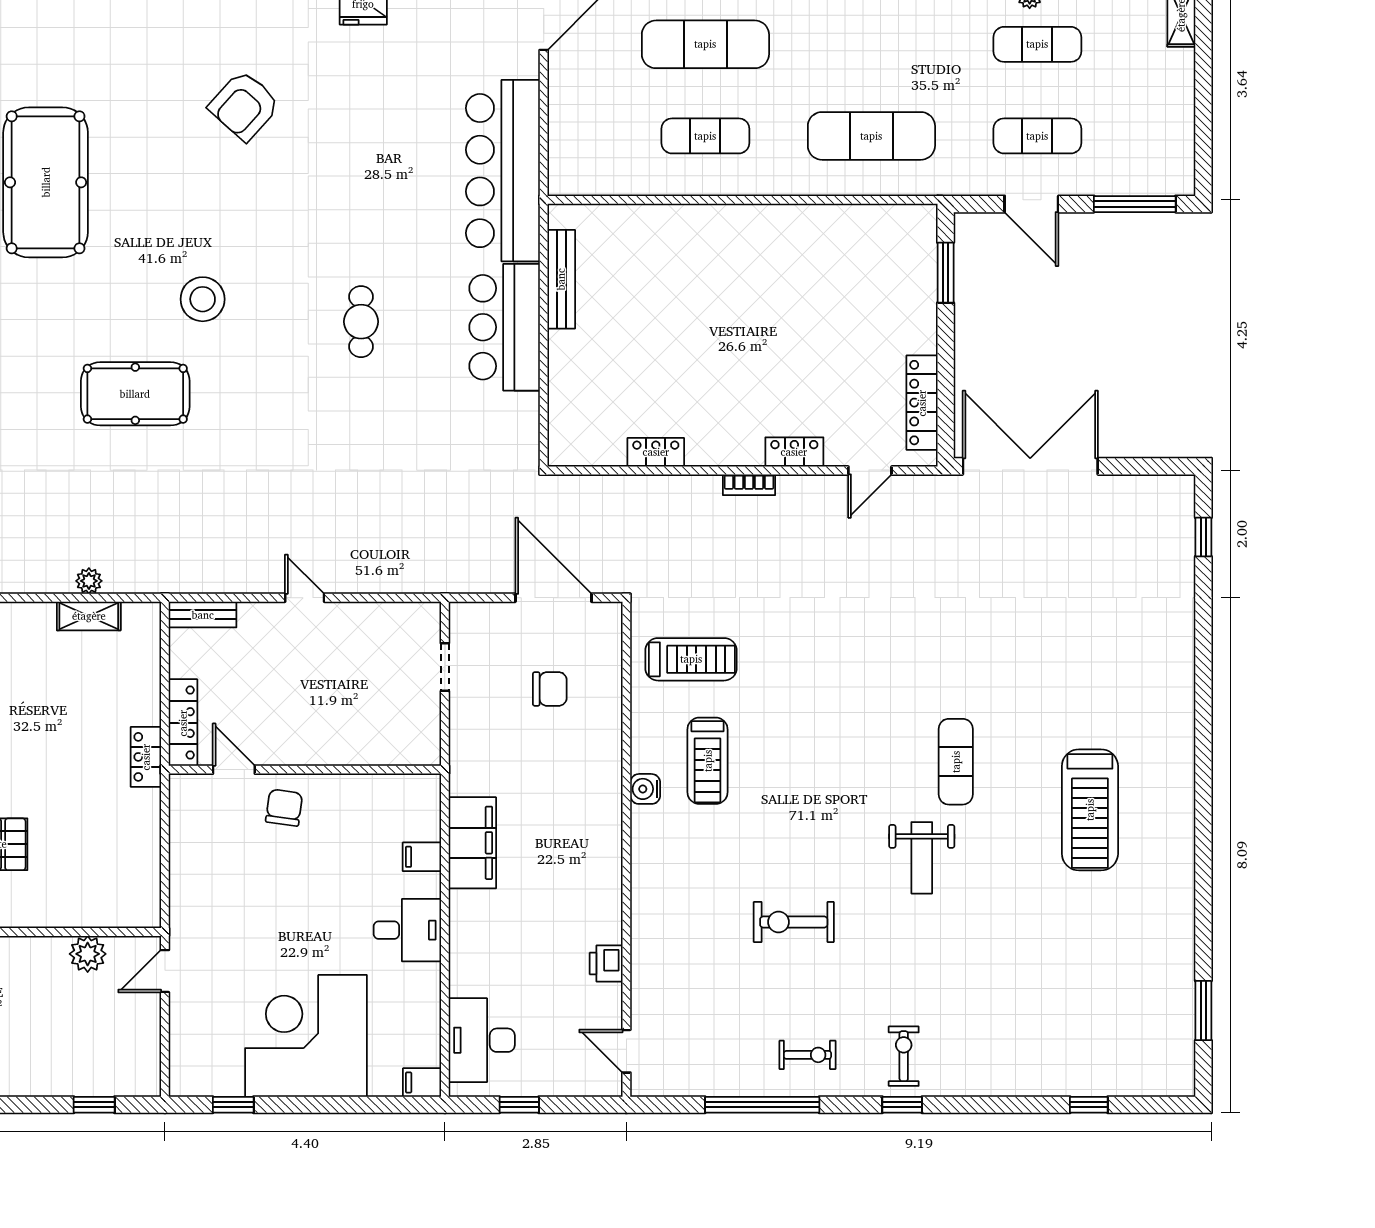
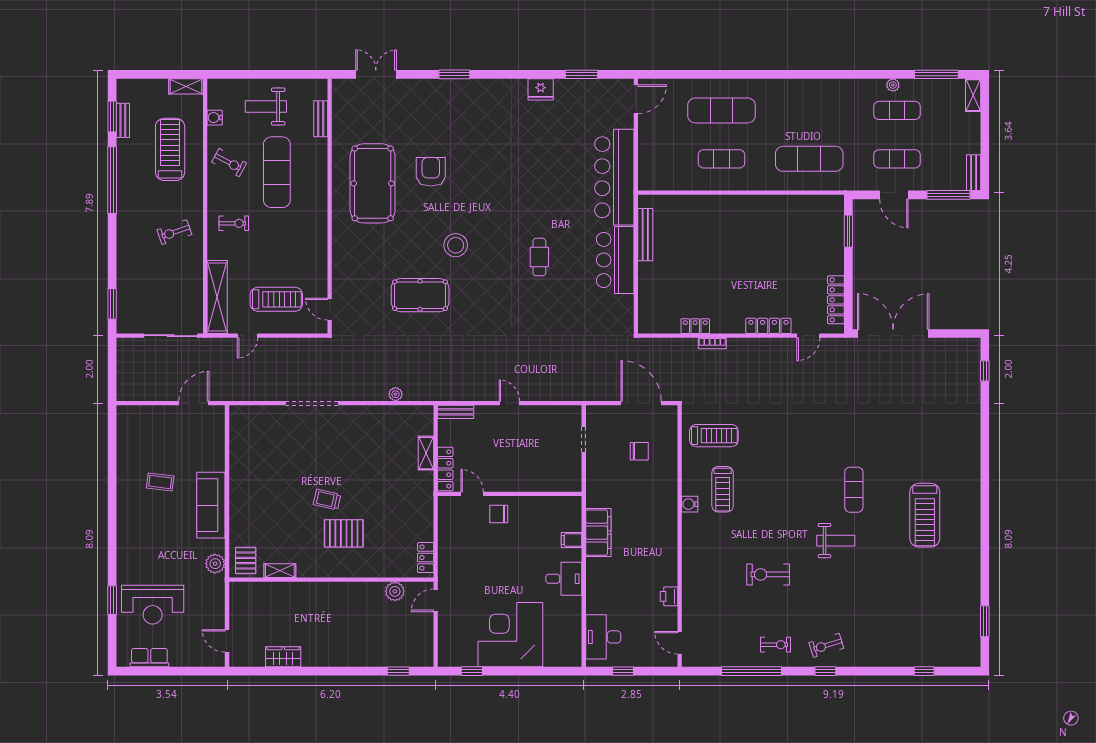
armchair: (244, 106) -> (431, 172), moved, turned 138
bench: (1182, 162) -> (974, 173), added
locker: (794, 452) -> (768, 326), width x1.53
bookcase: (749, 485) -> (712, 343), moved
shelving: (89, 616) -> (426, 453), moved, turned 90
locker: (146, 757) -> (426, 558), moved
chair: (284, 808) -> (499, 514), turned -98
weight bench: (922, 858) -> (836, 541), turned -90
exercise bike: (904, 1056) -> (826, 645), turned -107
filing cabinet: (422, 1082) -> (572, 659), removed

